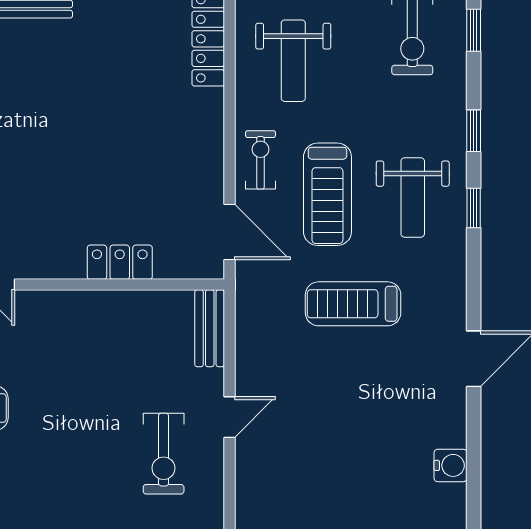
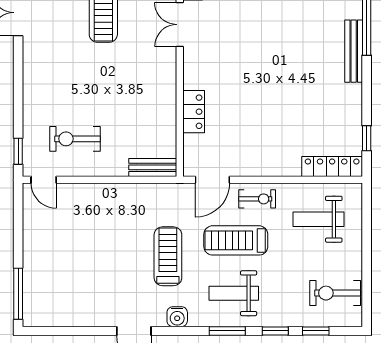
window: (474, 30) -> (316, 331), moved
window: (474, 208) -> (227, 331), width x1.50
door: (229, 417) -> (44, 180), moved
water cooler: (450, 465) -> (177, 317), moved

